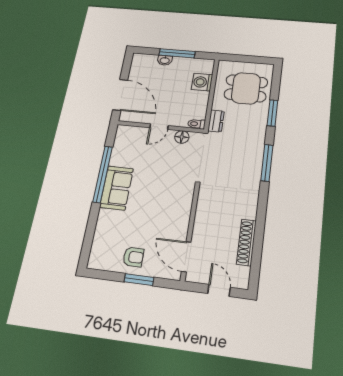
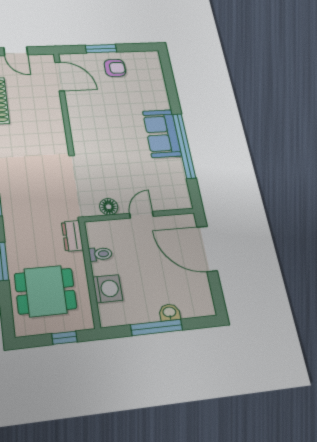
window: (241, 58) -> (65, 338), added
toilet: (196, 124) -> (100, 254), moved
armchair: (133, 257) -> (115, 68), turned 180

